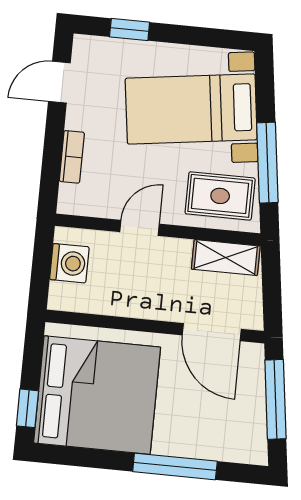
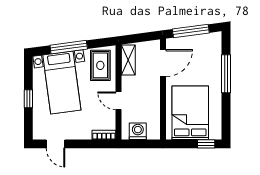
window: (130, 30) -> (28, 99), moved
bookcase: (72, 157) -> (104, 135), moved
window: (267, 163) -> (69, 47), moved
bed: (97, 395) -> (190, 113), width x0.73

